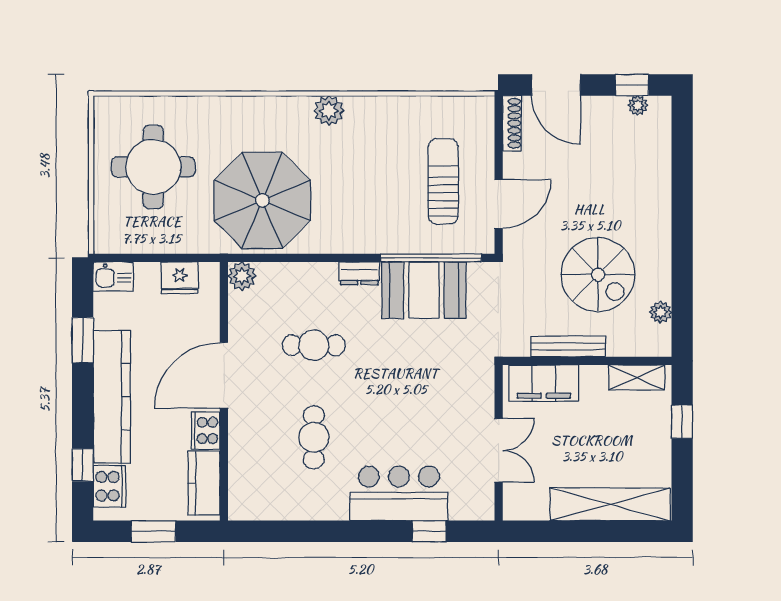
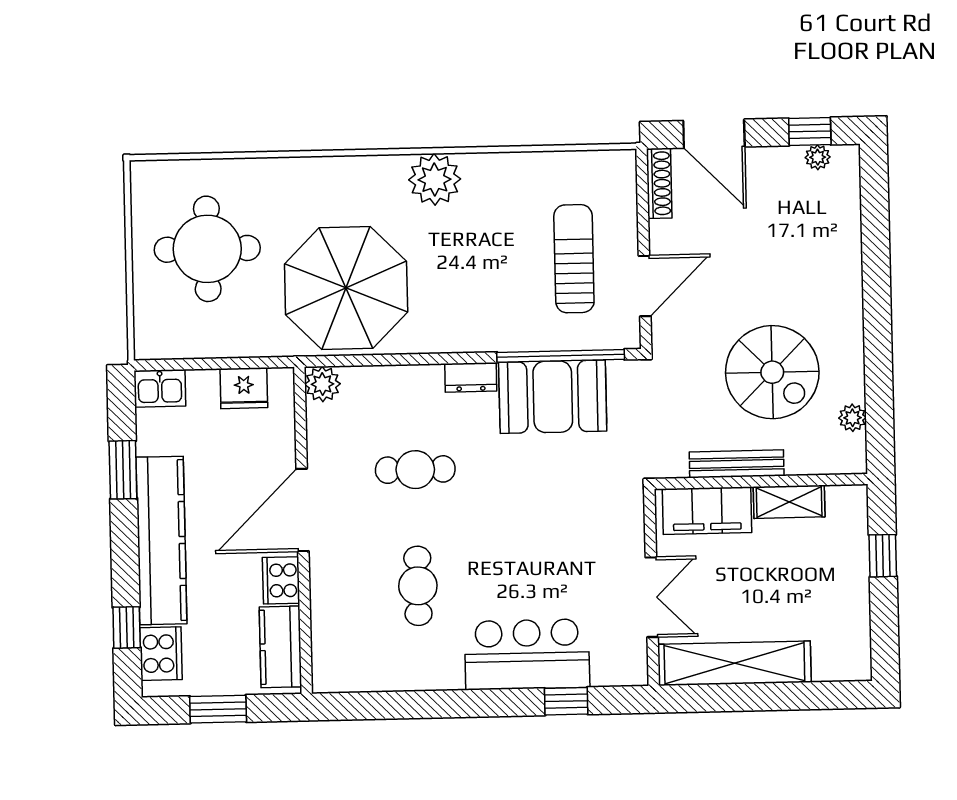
plant: (329, 111) -> (435, 179), width x1.36, depth x1.36
shelving: (636, 377) -> (789, 502), moved
shelving: (610, 504) -> (734, 663), moved

